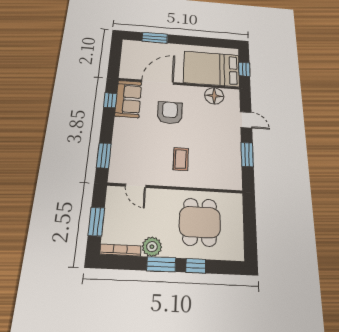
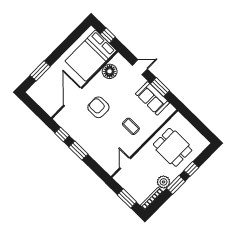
sofa: (128, 99) -> (152, 98), moved, turned 180
window: (104, 156) -> (78, 151), moved
door: (136, 186) -> (125, 163), swing flipped

